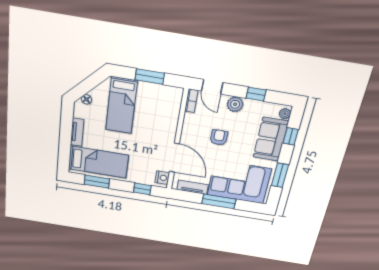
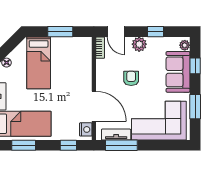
window: (219, 201) -> (121, 145), moved

